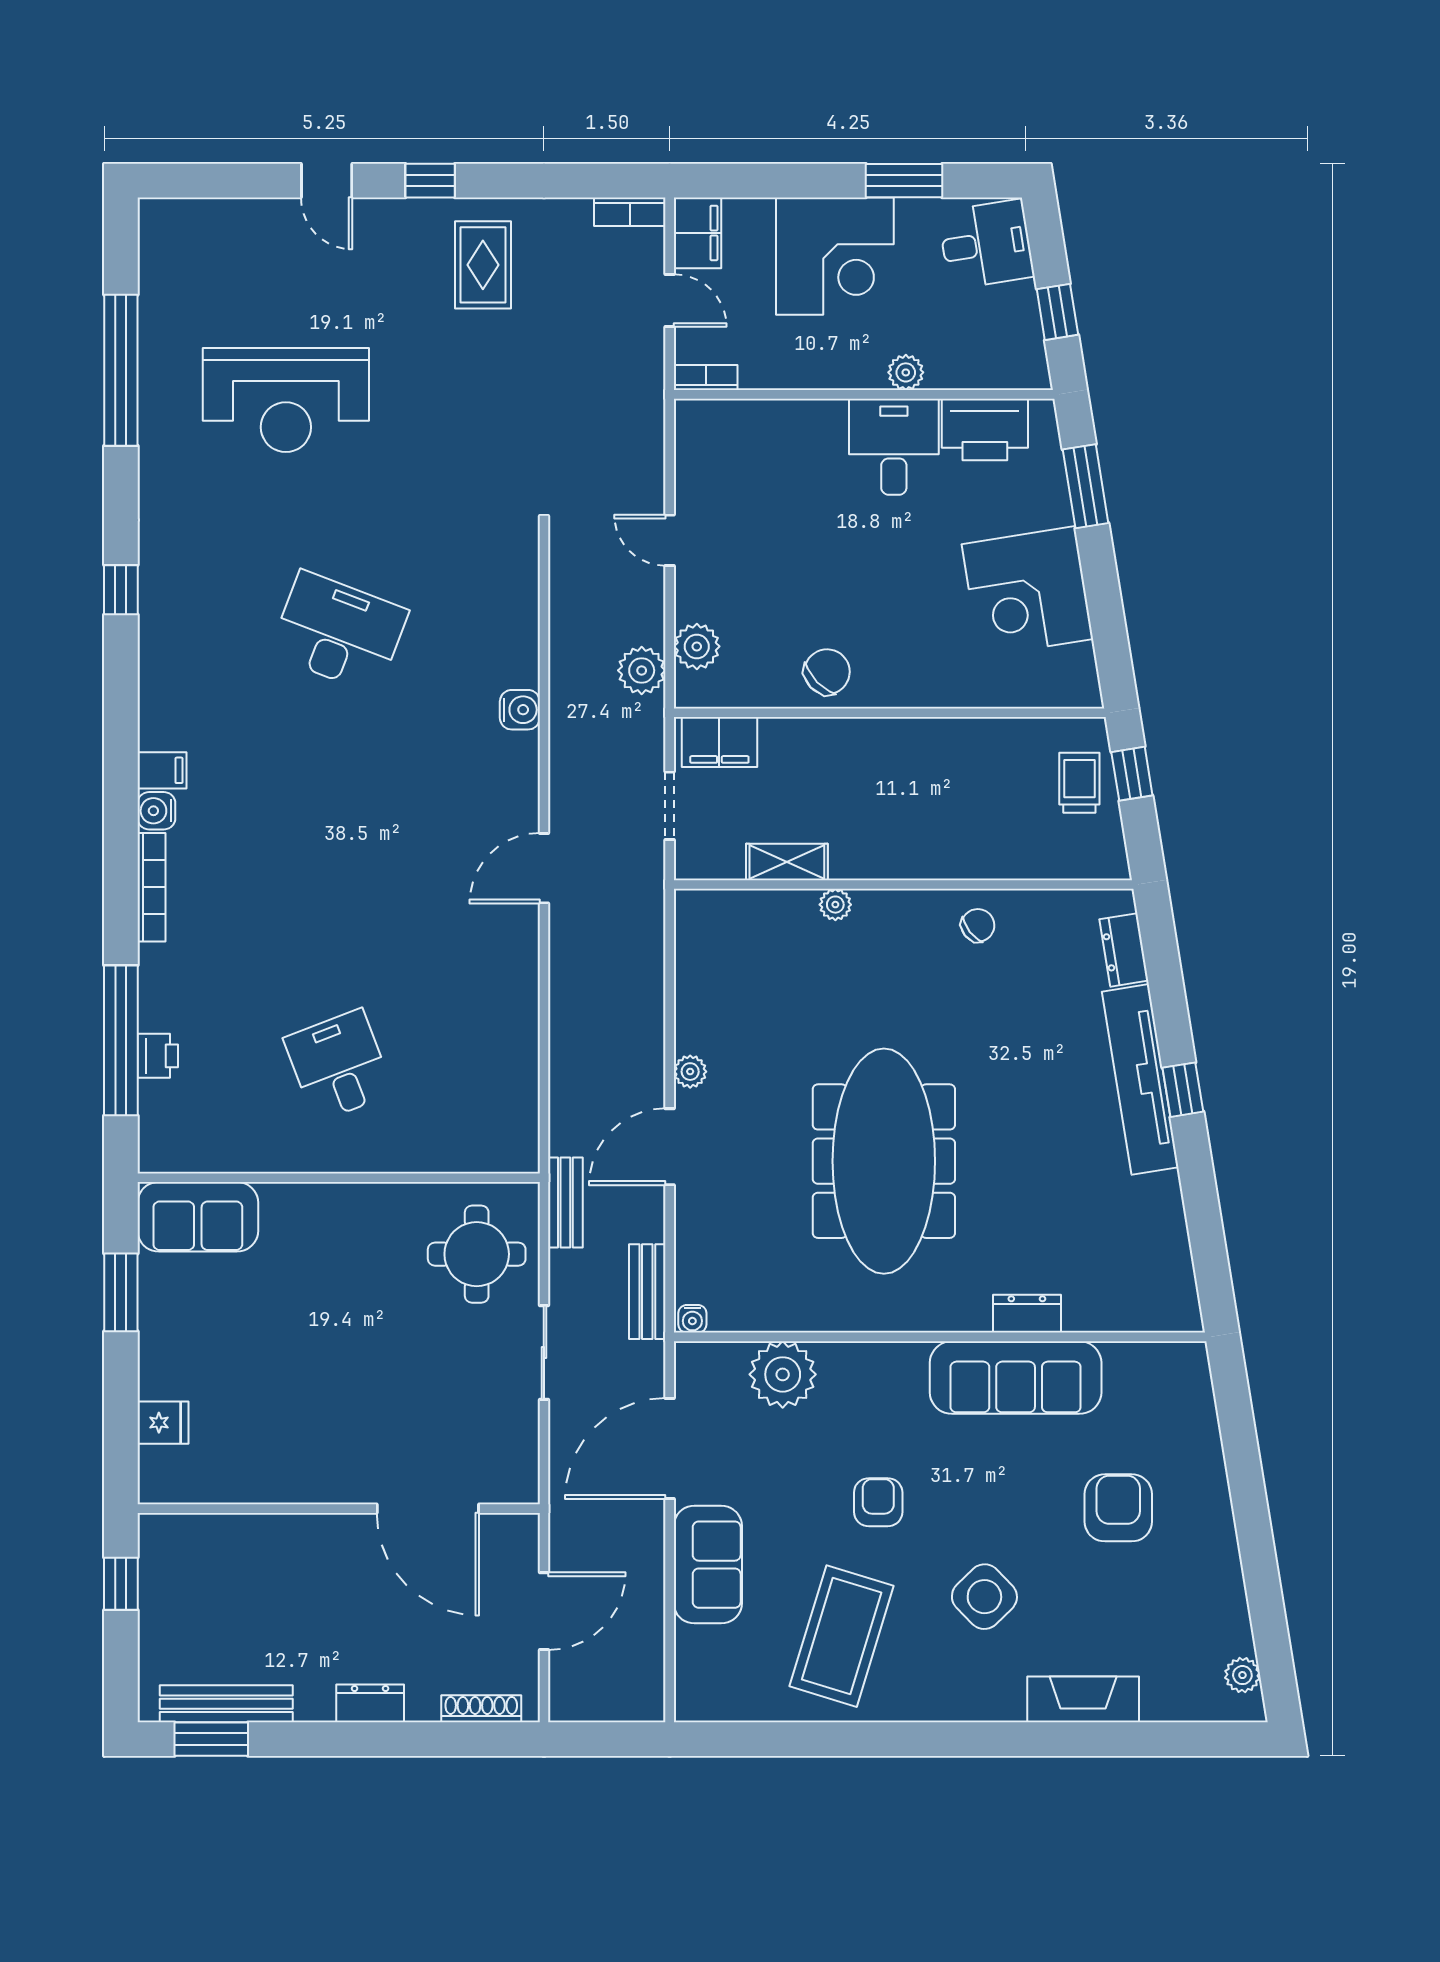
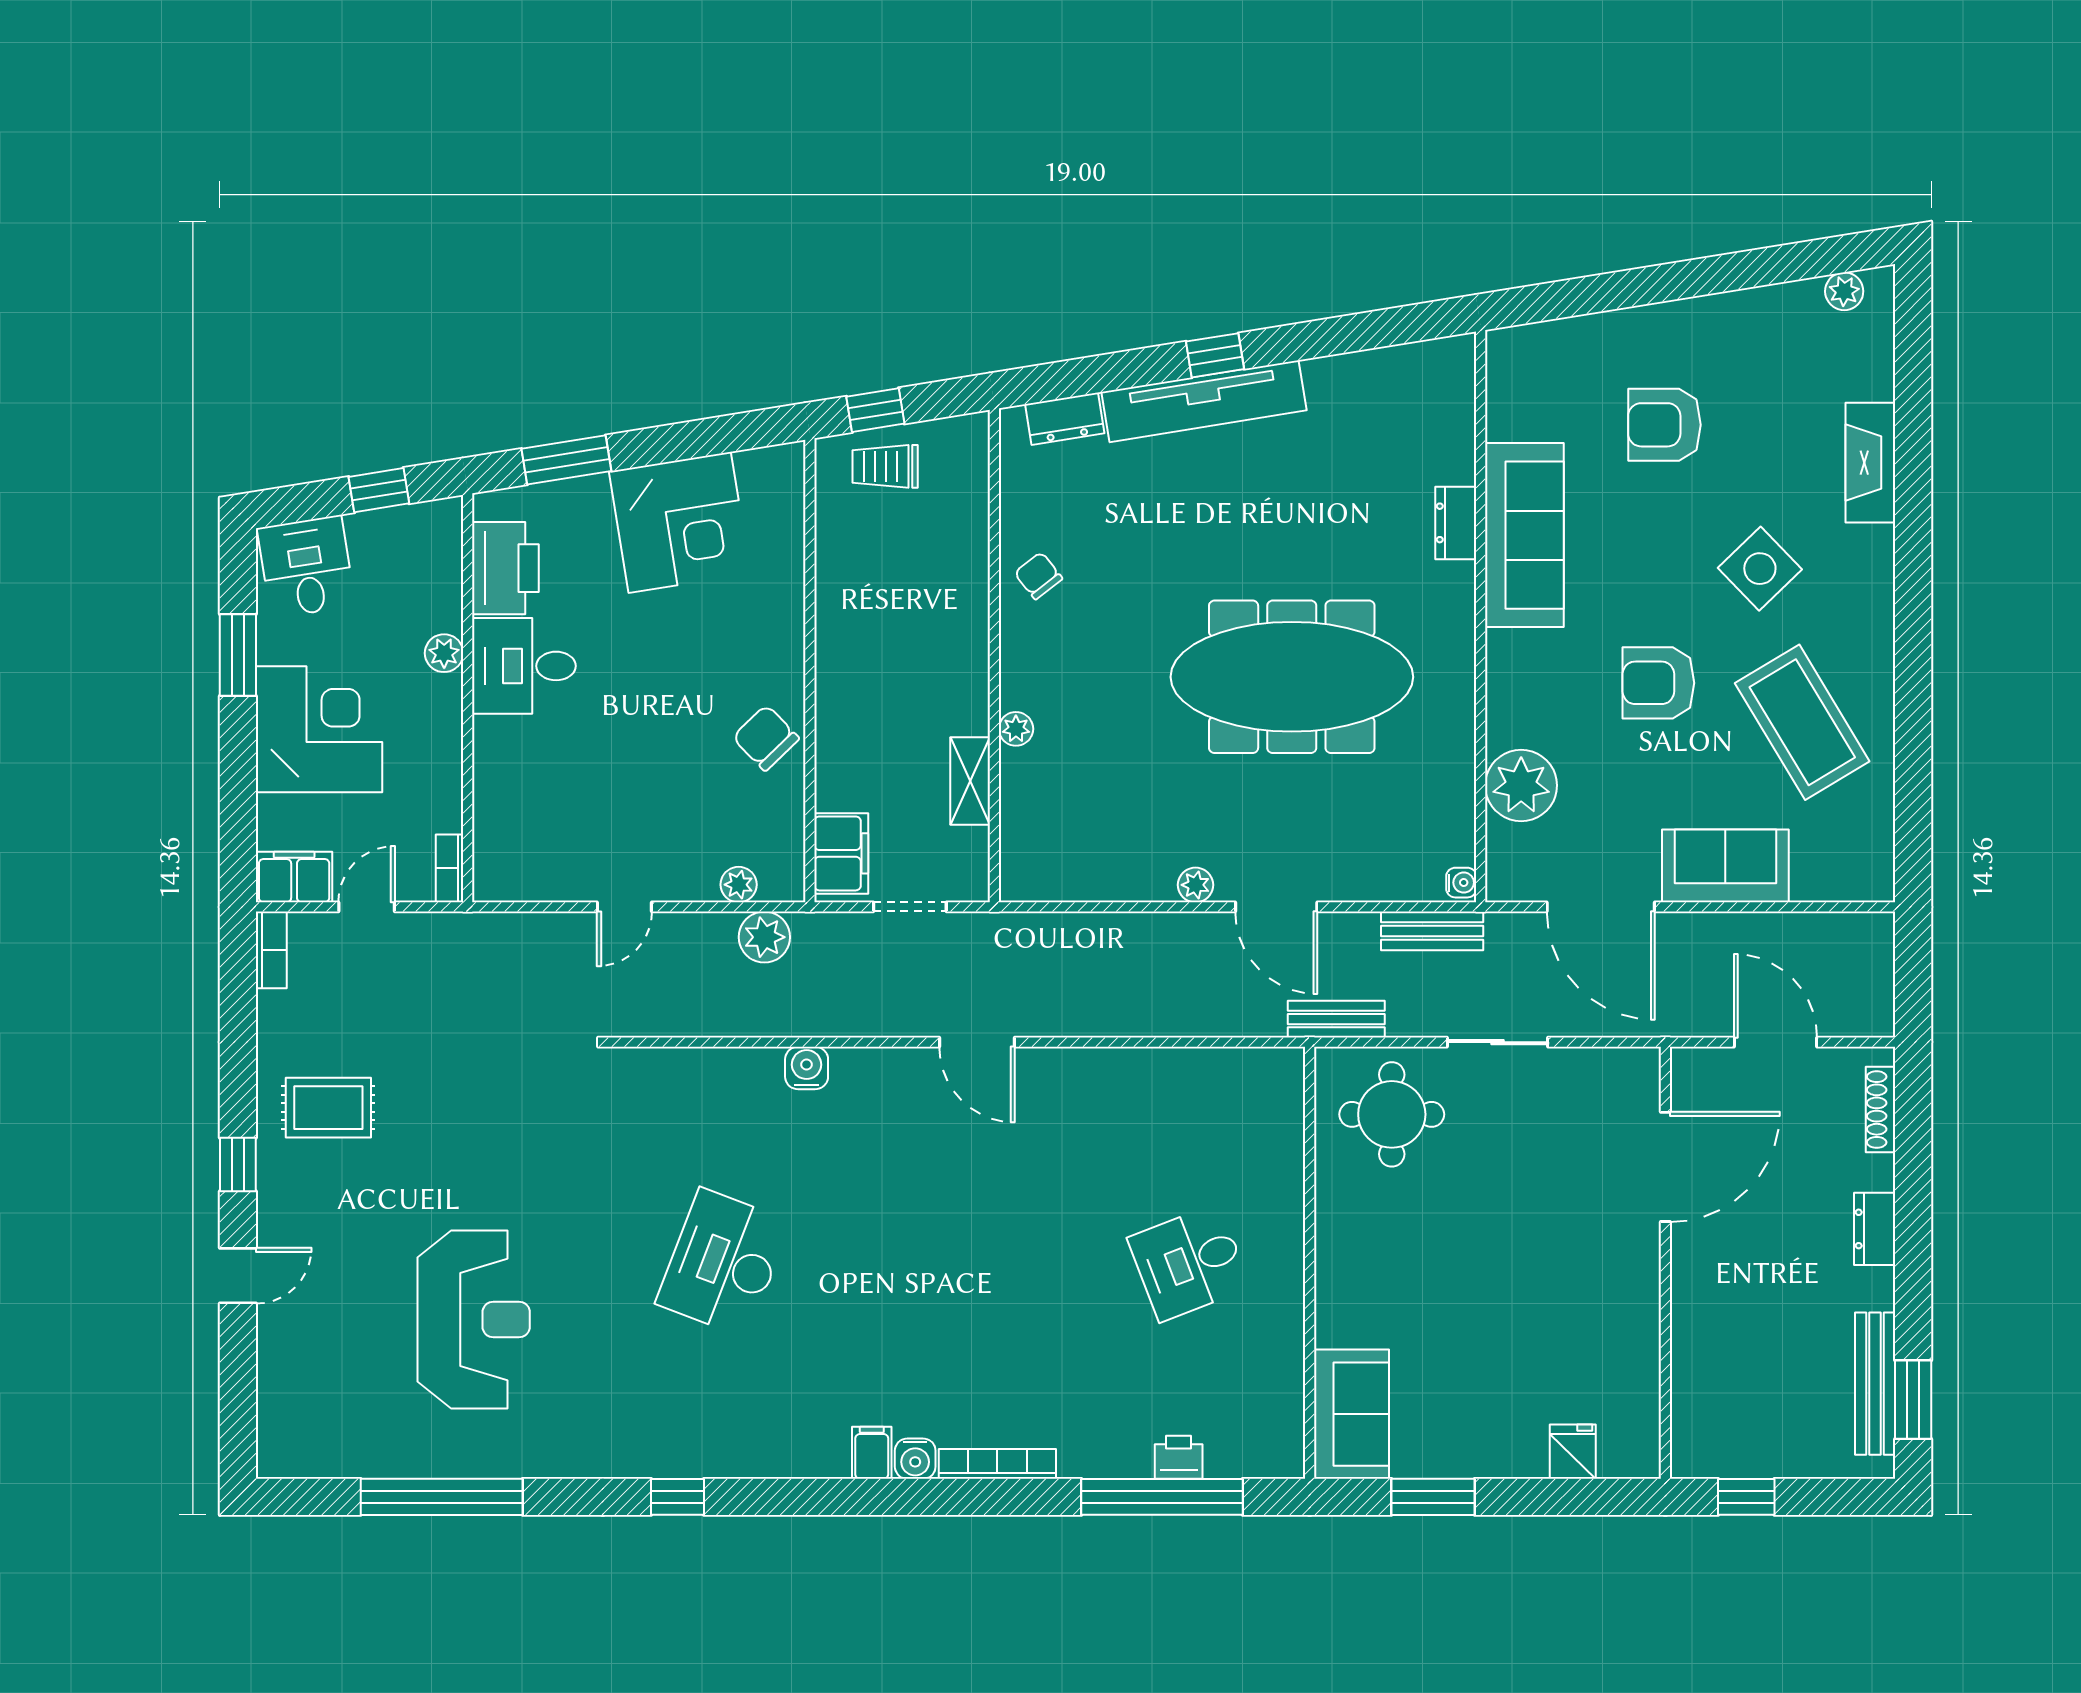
plant: (697, 646) -> (739, 885), width x0.73, depth x0.73
armchair: (878, 1502) -> (1658, 683), width x1.38, depth x1.38
coffee table: (842, 1636) -> (1802, 722), turned 42

